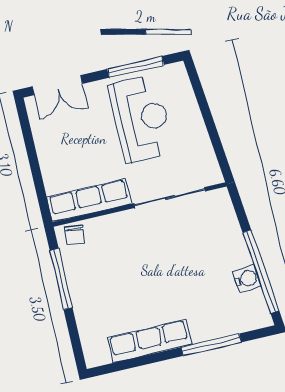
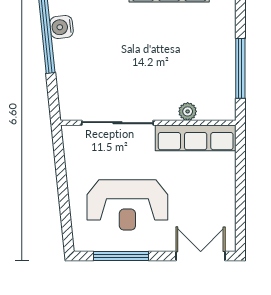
reception desk: (141, 119) -> (127, 205), turned -90
plant: (103, 225) -> (188, 111), added
chair: (75, 235) -> (217, 108), removed

